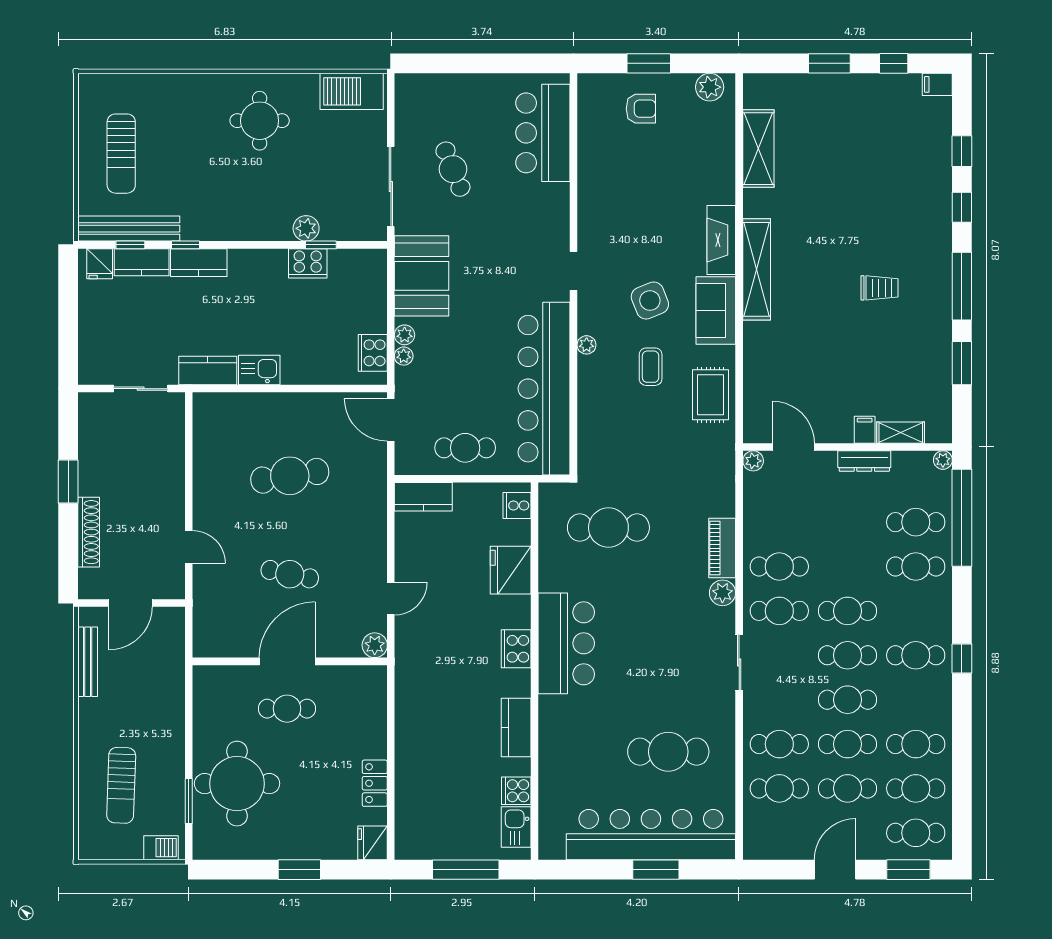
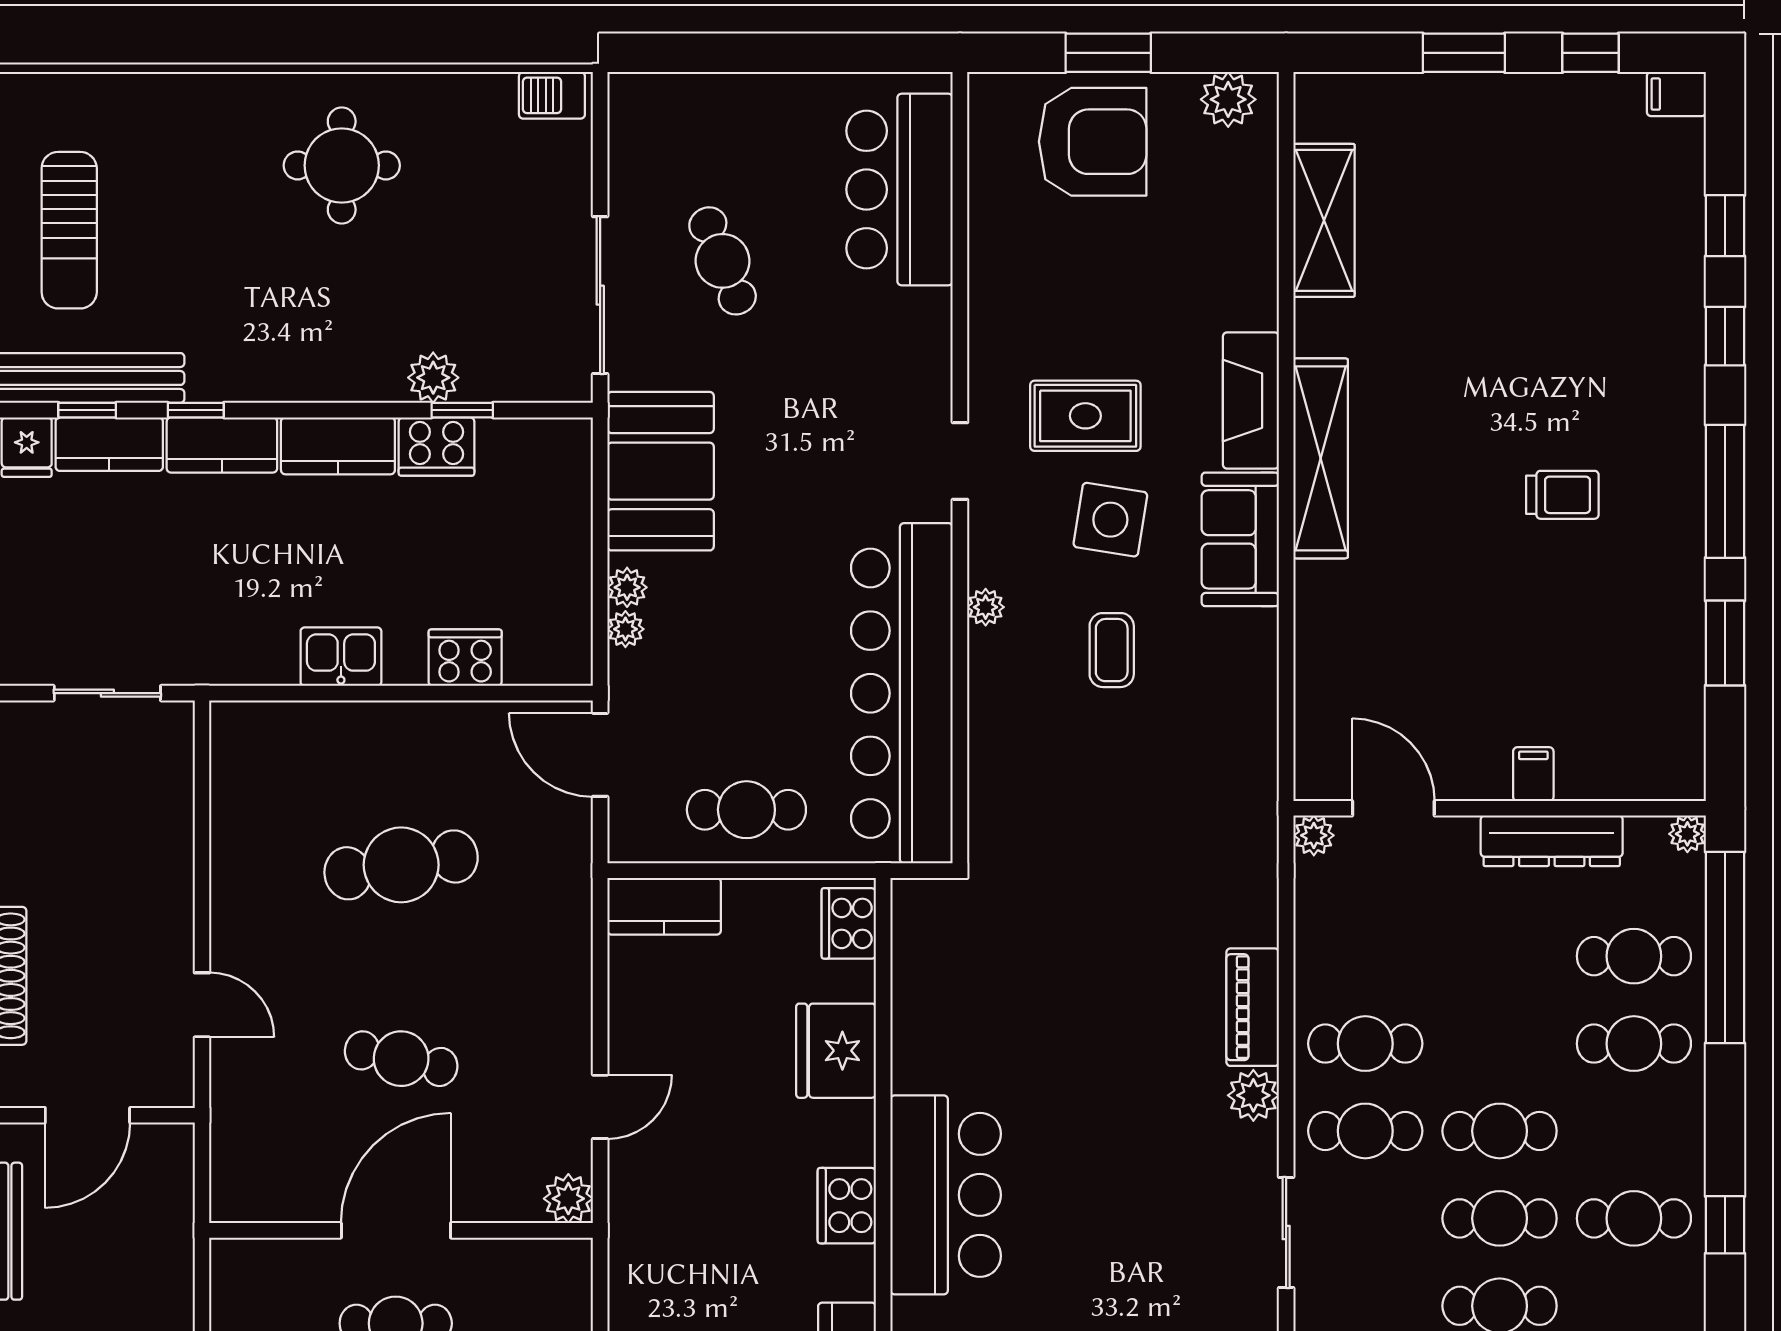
barbecue: (352, 91) -> (552, 95), width x0.53, depth x0.65
armchair: (641, 109) -> (1093, 142), width x1.88, depth x1.88
side table: (650, 300) -> (1110, 520), turned 31
cooker: (373, 353) -> (465, 658), moved, turned 90
kitchen counter: (208, 370) -> (338, 446), moved, turned 180
rug: (711, 395) -> (1085, 416), moved, turned 90
shelving: (901, 433) -> (1604, 780), removed
dresser: (864, 461) -> (1552, 841), width x1.37, depth x1.24
cooker: (517, 506) -> (849, 923), width x1.36
cafe table: (608, 528) -> (1029, 967), removed

